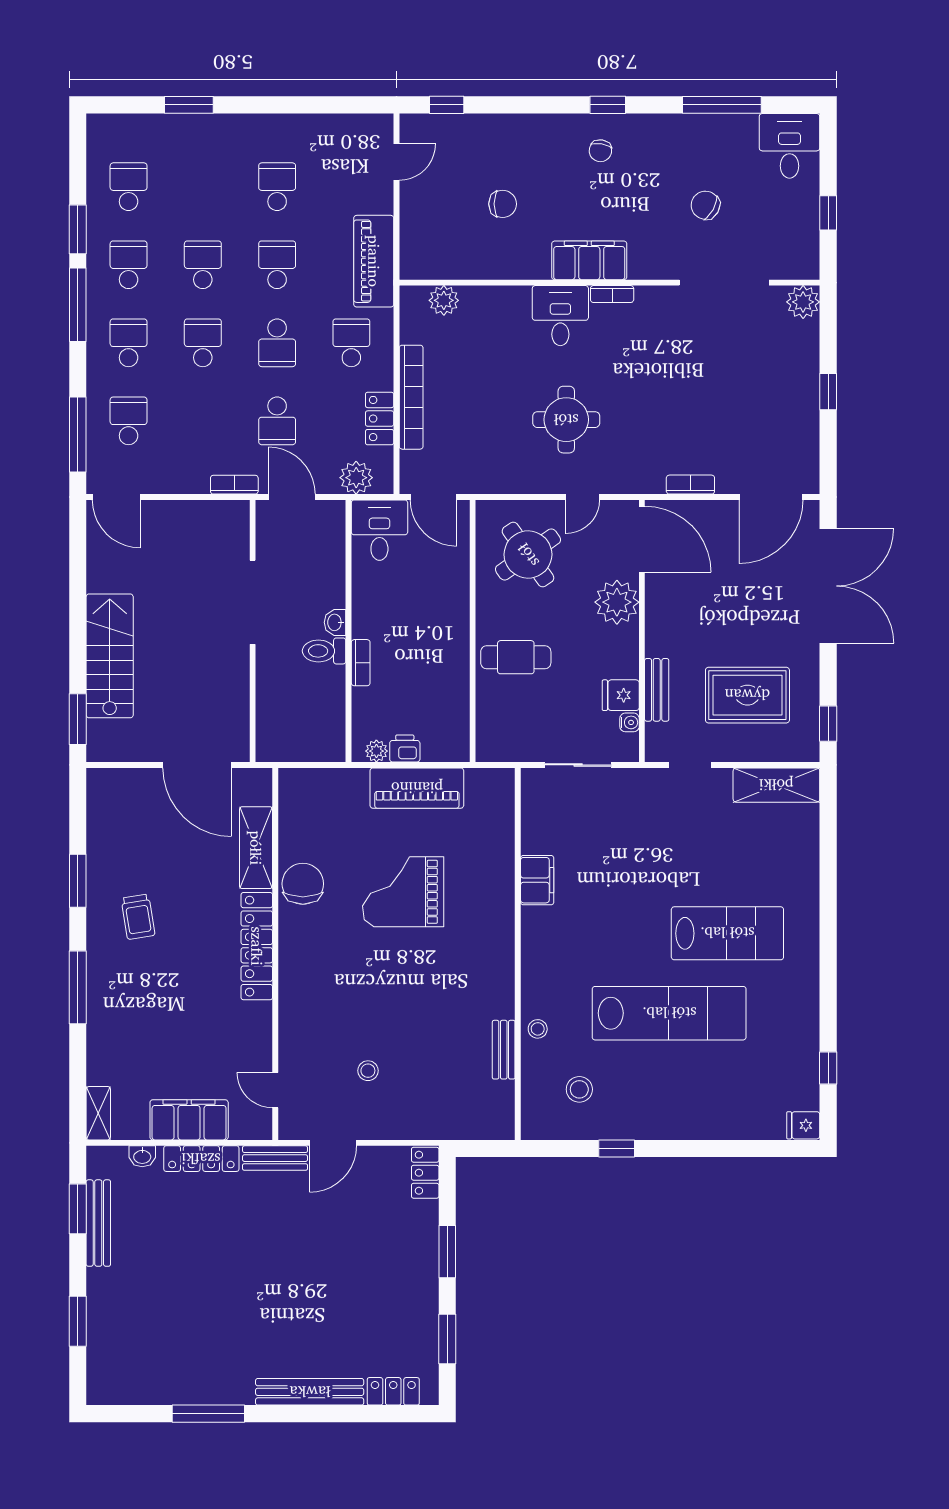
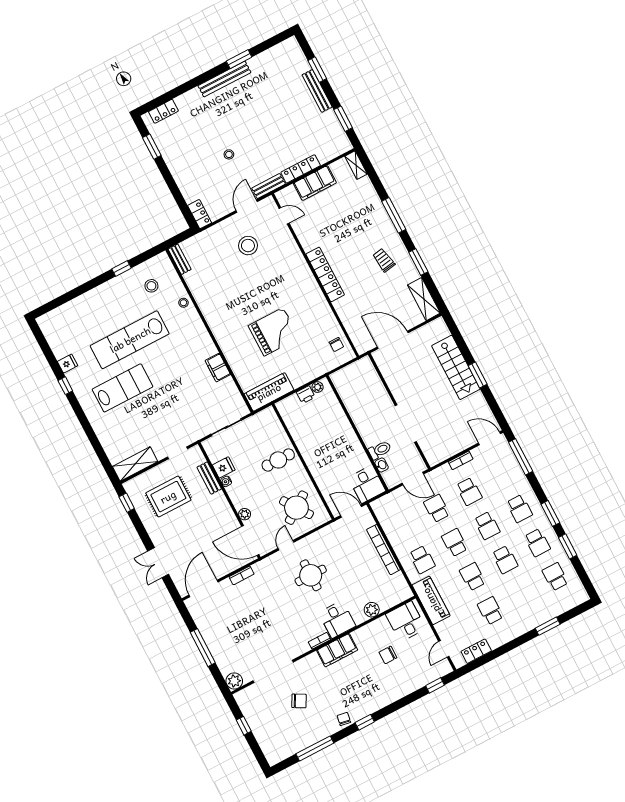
desk: (789, 146) -> (406, 621), moved, turned 180
chair: (600, 151) -> (344, 719), moved
school desk: (129, 187) -> (555, 577), turned 180
school desk: (277, 187) -> (490, 611), turned 180
school desk: (277, 265) -> (472, 577), turned 180
plant: (444, 300) -> (372, 610), moved
window: (78, 305) -> (550, 513), width x0.69
window: (828, 392) -> (203, 648), width x2.17
locker: (380, 419) -> (476, 651), moved, turned -90
school desk: (129, 421) -> (469, 491), moved
plant: (356, 478) -> (389, 502), removed
bookcase: (234, 485) -> (461, 460), moved
double door: (828, 586) -> (158, 563), width x0.54
plant: (617, 602) -> (245, 514), width x0.53, depth x0.53
washbasin: (335, 622) -> (382, 465), moved
toilet: (324, 651) -> (380, 450), moved
bookcase: (361, 663) -> (345, 422), removed
window: (78, 719) -> (478, 375), moved
water cooler: (630, 722) -> (226, 481), moved
piano: (417, 788) -> (269, 392), moved
shelving: (256, 848) -> (424, 299), moved
chair: (303, 884) -> (336, 344), moved, width x0.54, depth x0.54
lab bench: (727, 933) -> (123, 388), turned 180
bench: (504, 1050) -> (180, 259), moved
window: (828, 1068) -> (65, 386), moved
stool: (368, 1071) -> (248, 246), width x1.89, depth x1.89
fridge: (803, 1125) -> (68, 364), moved
washbasin: (142, 1156) -> (327, 156), removed
bench: (98, 1223) -> (317, 91), moved
stool: (316, 1252) -> (229, 154), added
window: (447, 1252) -> (172, 185), removed
bench: (310, 1392) -> (224, 79), moved
window: (208, 1414) -> (239, 59), width x0.69

